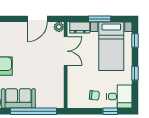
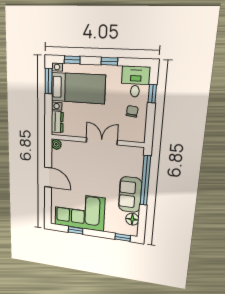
door: (37, 19) -> (48, 177), moved
window: (100, 19) -> (48, 81), moved
double door: (66, 51) -> (102, 141), moved

